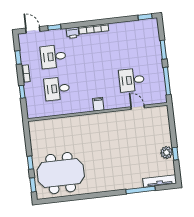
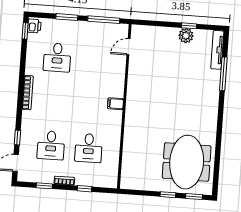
printer: (73, 33) -> (34, 26), moved
desk: (132, 80) -> (57, 57), moved
door: (138, 107) -> (129, 47), moved

